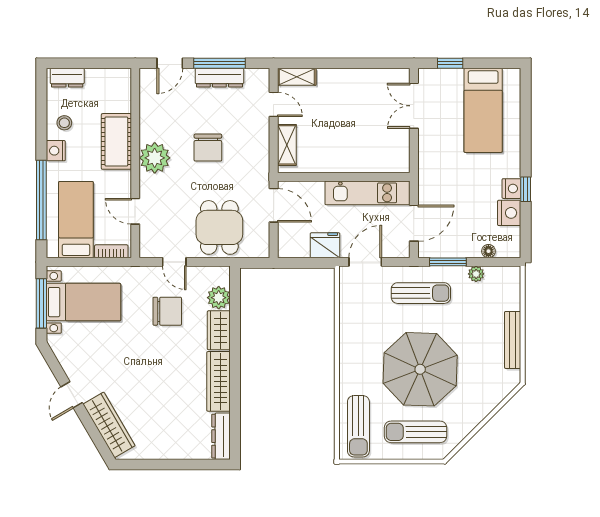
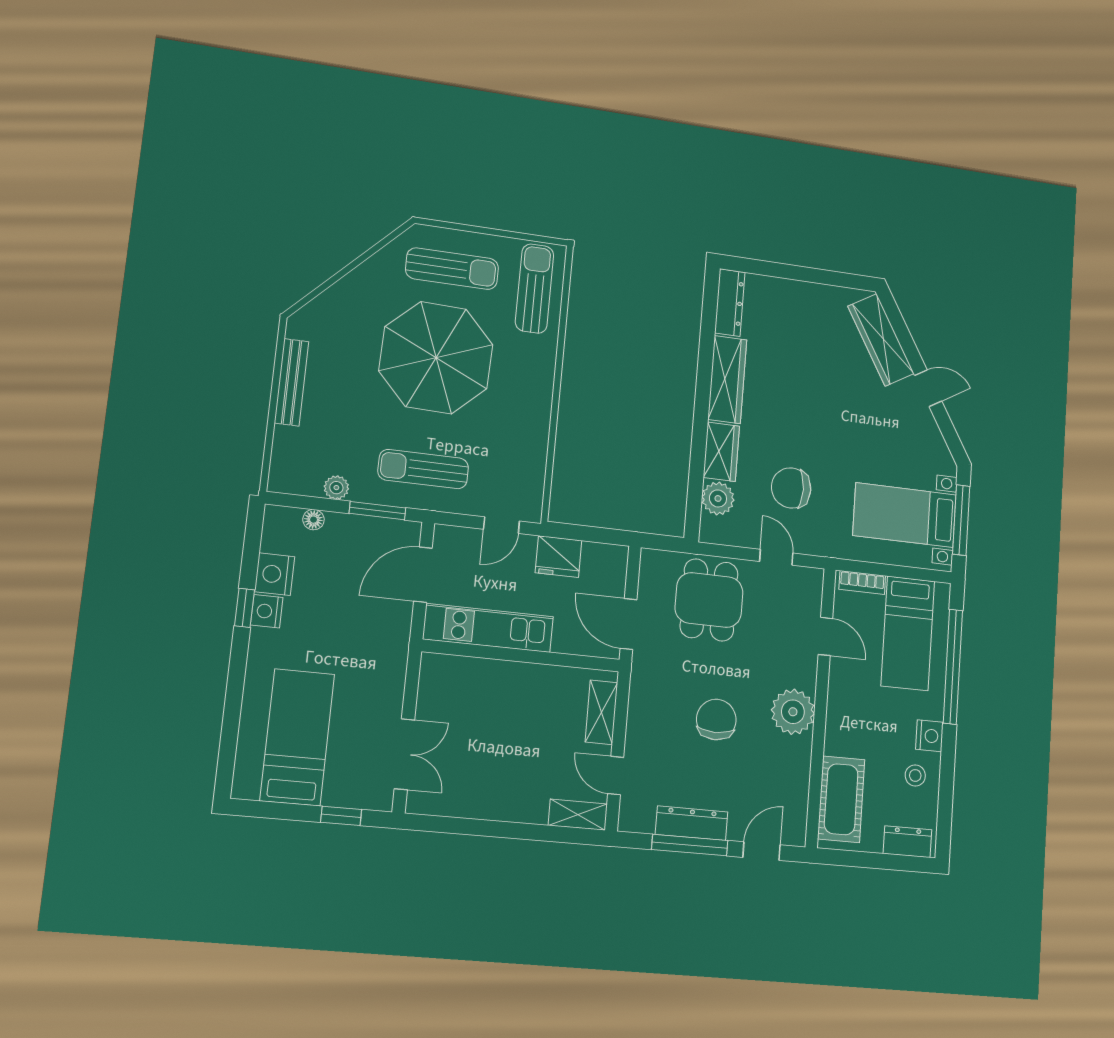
cot: (116, 141) -> (841, 799), moved
door: (365, 262) -> (501, 525), width x0.73
door: (72, 395) -> (928, 388), hinge flipped

